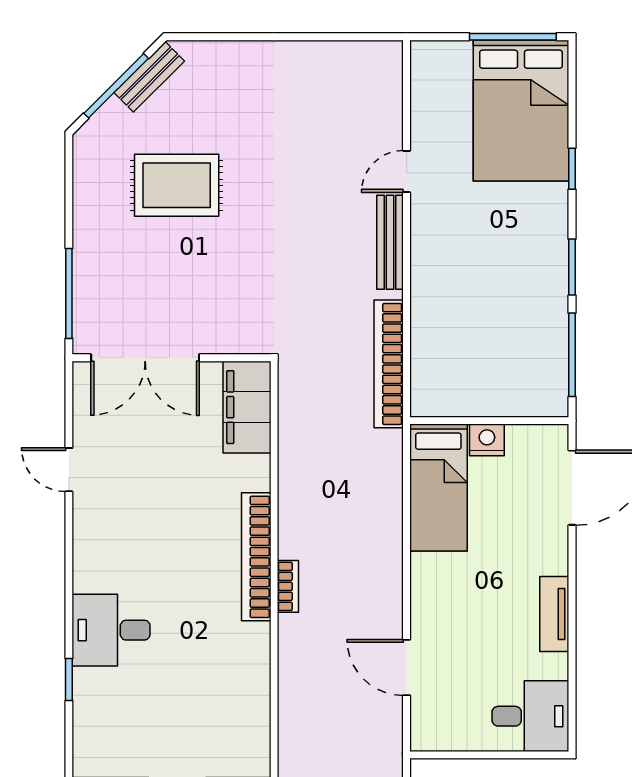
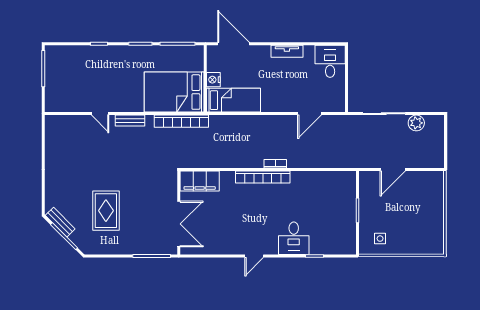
bed: (521, 111) -> (174, 92), moved, turned 180
bench: (390, 242) -> (130, 121), width x0.73
door: (69, 470) -> (254, 256), moved

